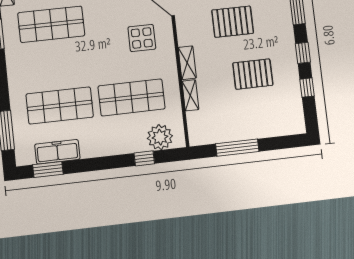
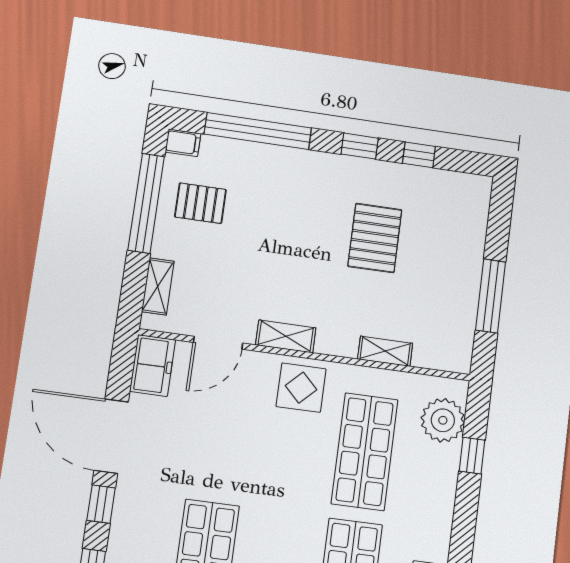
pallet: (233, 22) -> (278, 248), removed
display table: (142, 38) -> (301, 388), moved
shelving: (187, 63) -> (286, 336), moved

